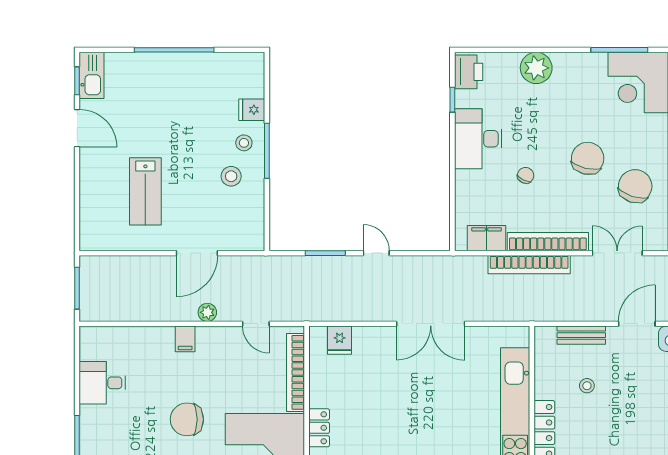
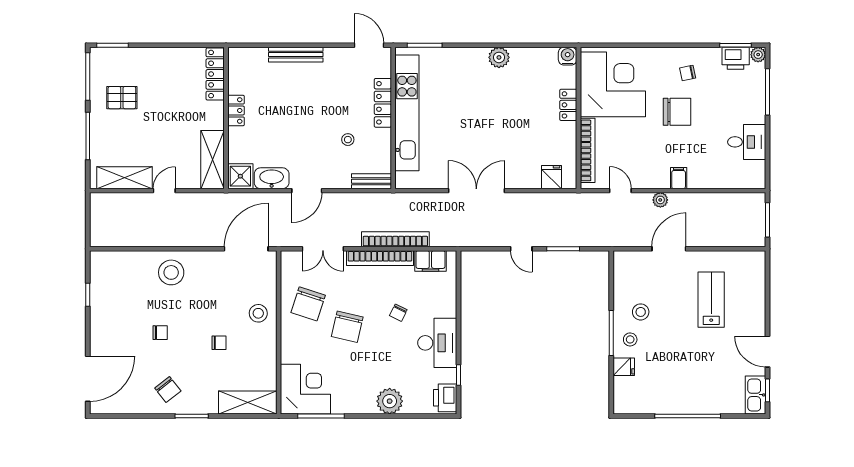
bench: (581, 335) -> (371, 181), moved

